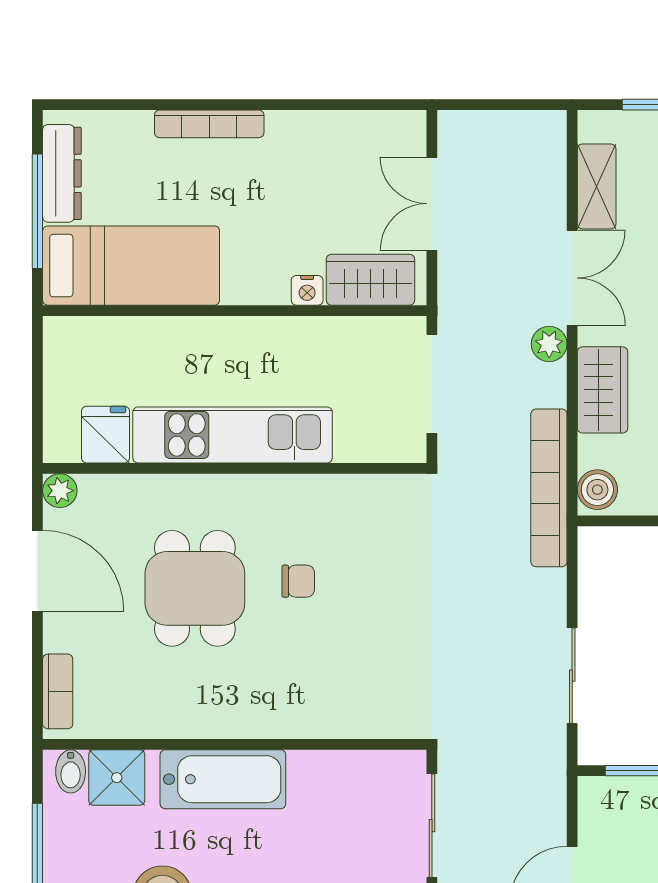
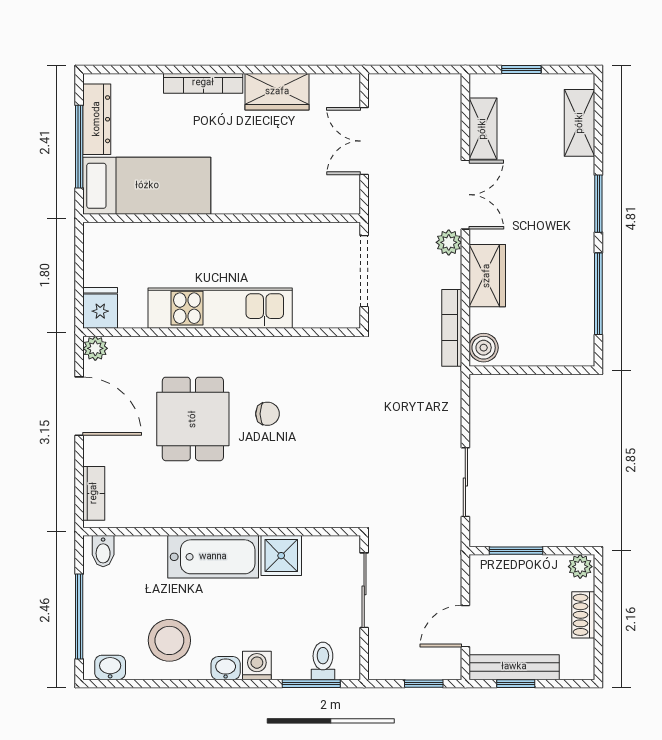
wardrobe: (371, 280) -> (277, 92), moved, turned 180
nightstand: (307, 290) -> (274, 204), removed
fridge: (106, 435) -> (100, 308), moved
bookcase: (549, 488) -> (452, 328), width x0.68, depth x0.76
shower: (117, 778) -> (281, 556), moved

